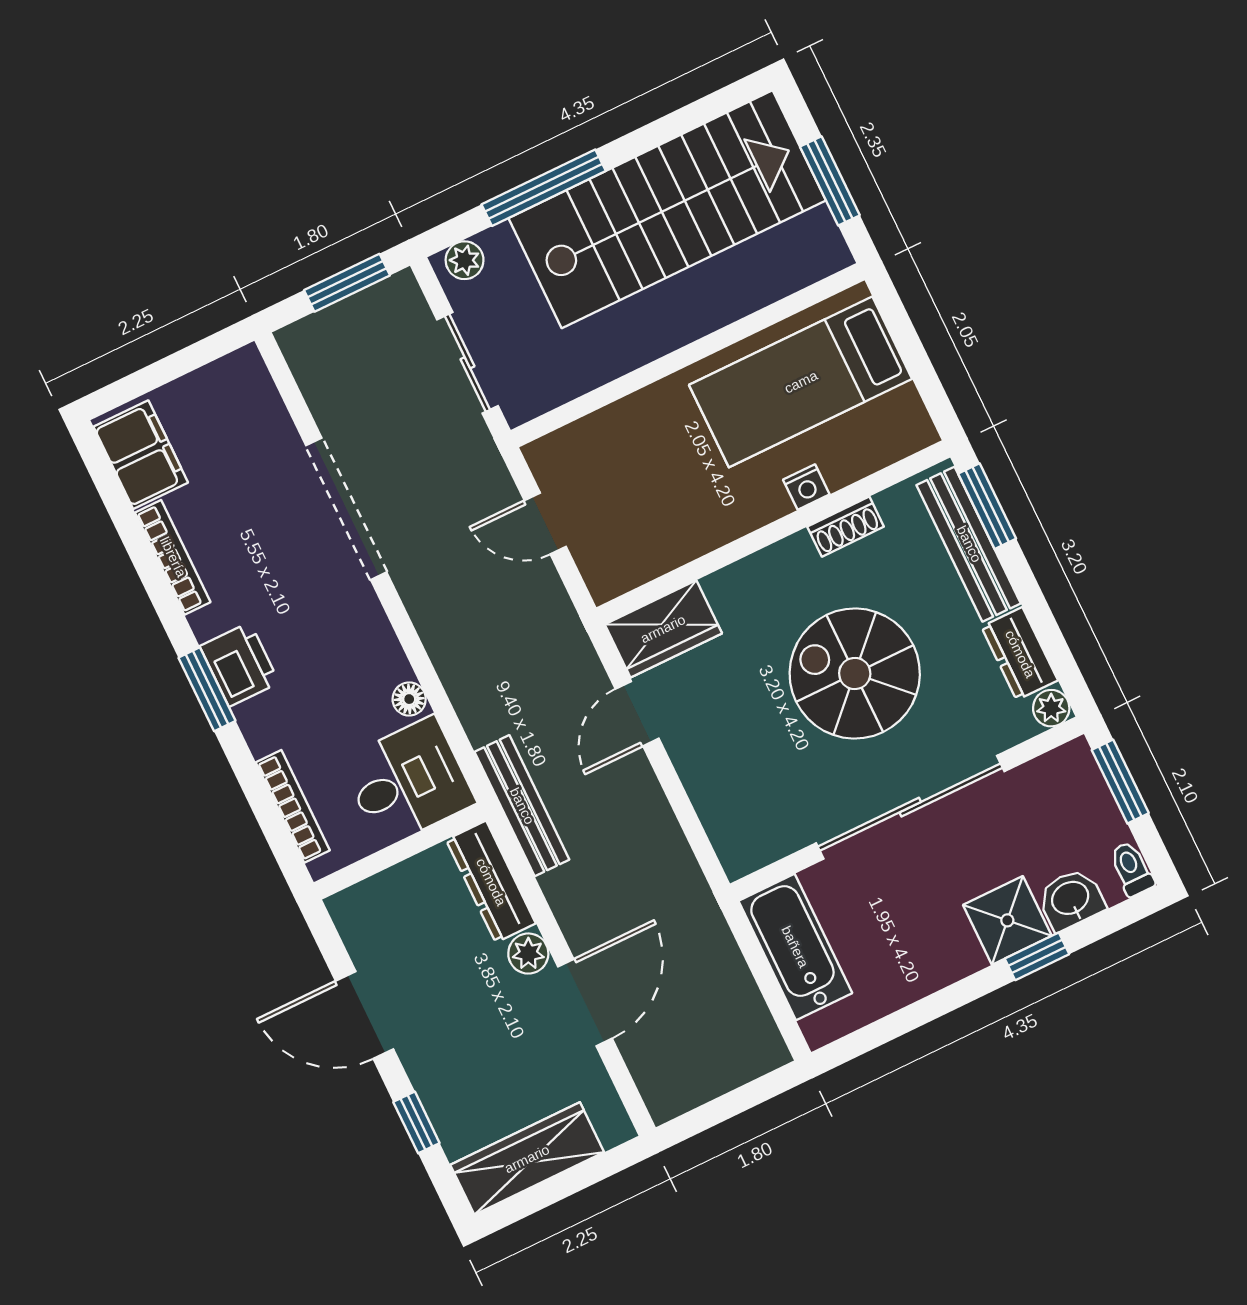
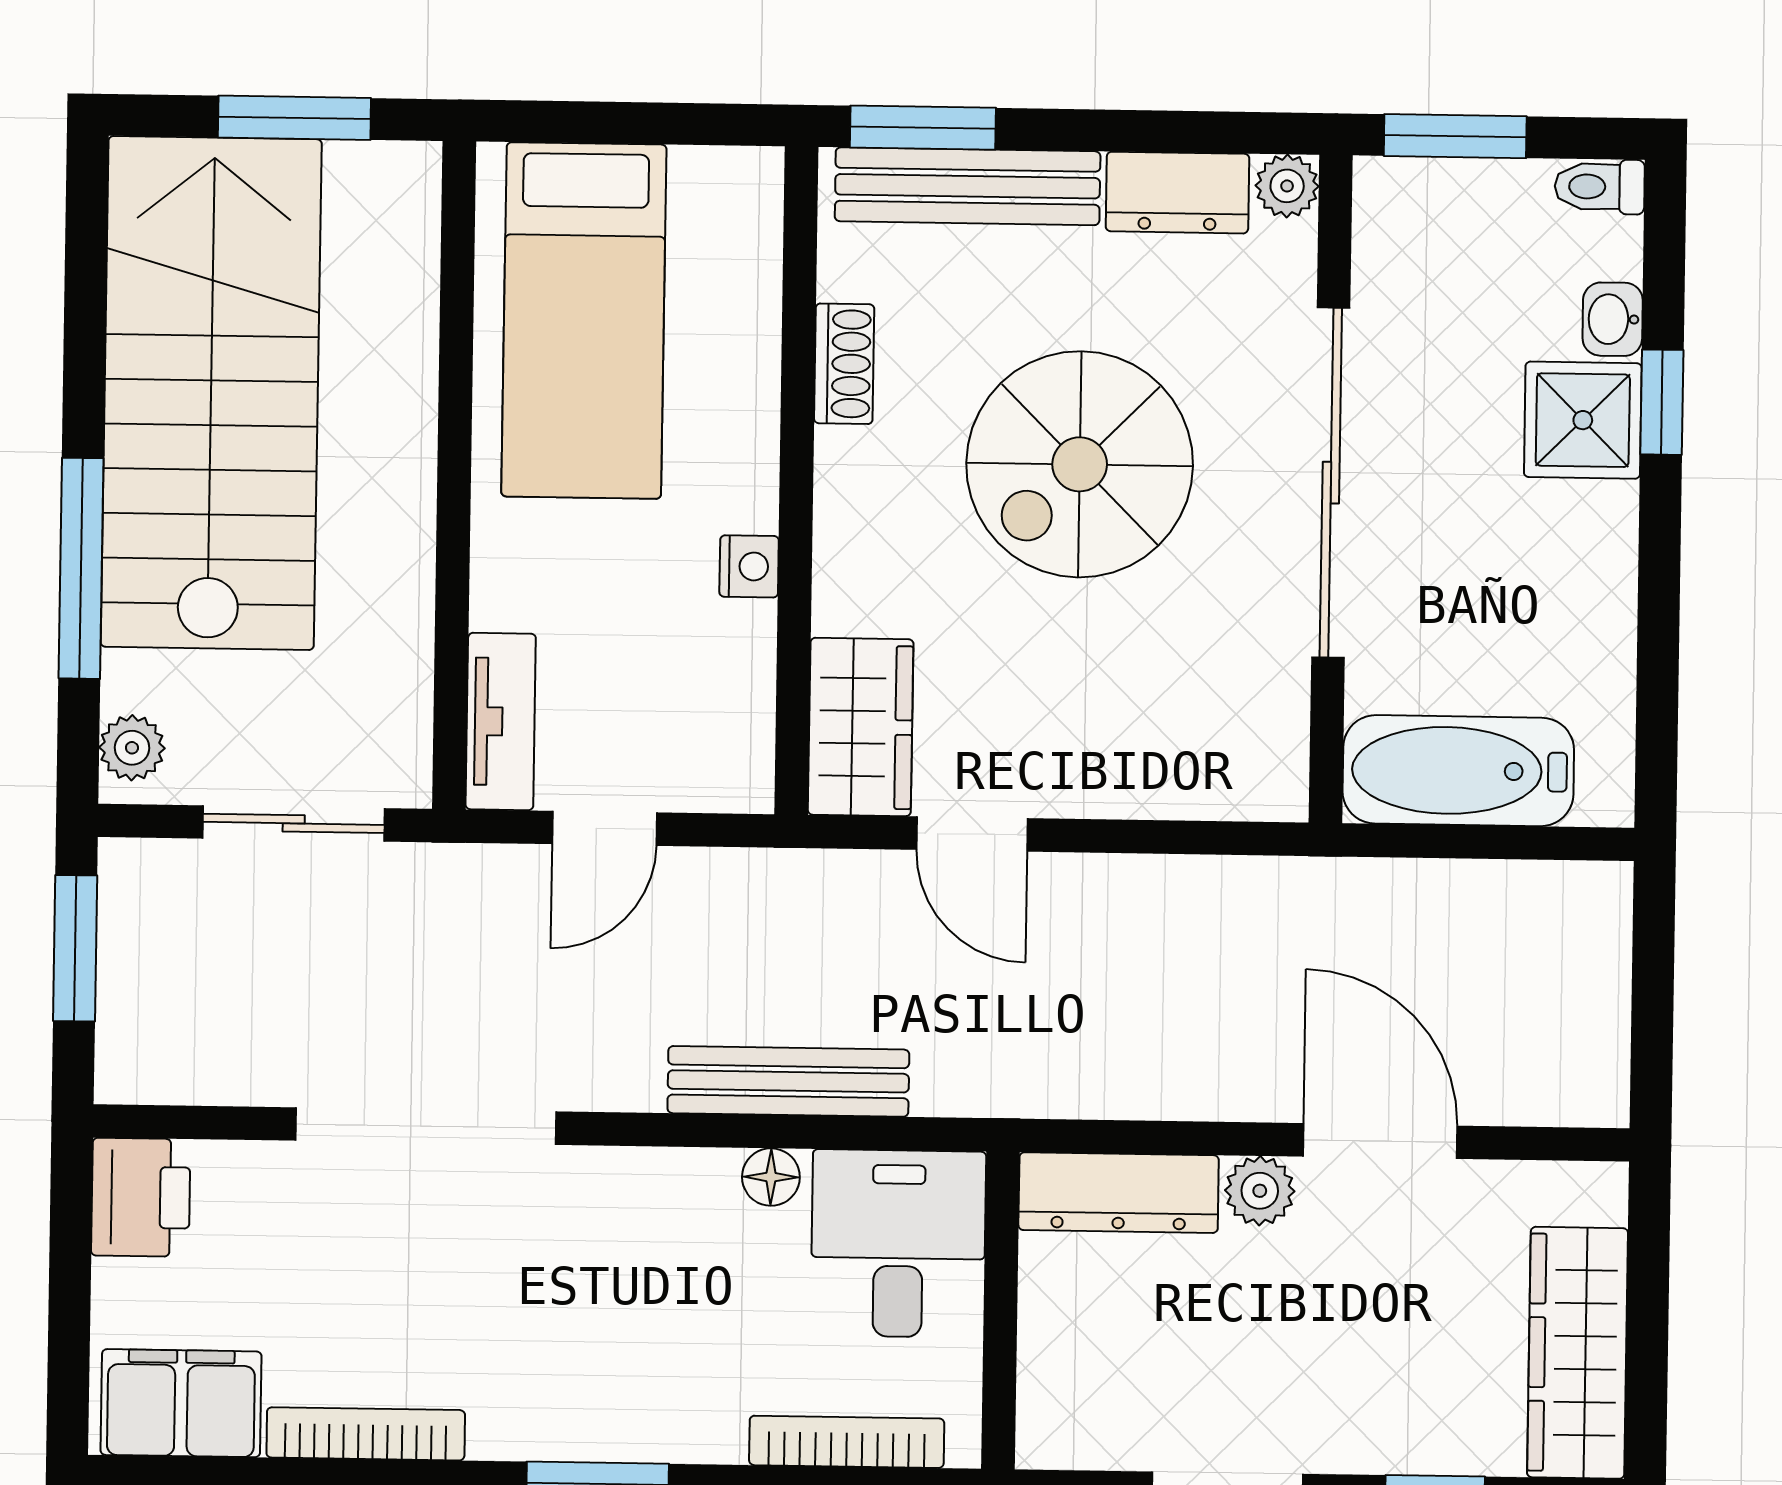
tv unit: (573, 443) -> (501, 722), added
nightstand: (806, 487) -> (749, 566), moved
printer: (239, 664) -> (141, 1197), moved, turned 90
bench: (522, 806) -> (788, 1081), moved
washbasin: (1071, 899) -> (1613, 319), width x0.72, depth x0.69

